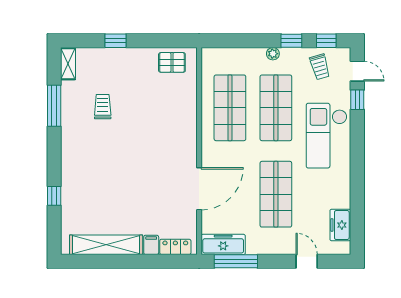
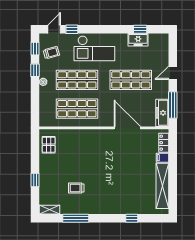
window: (357, 209) -> (140, 29), added
freezer: (340, 225) -> (138, 40), moved
door: (307, 261) -> (173, 73), moved

